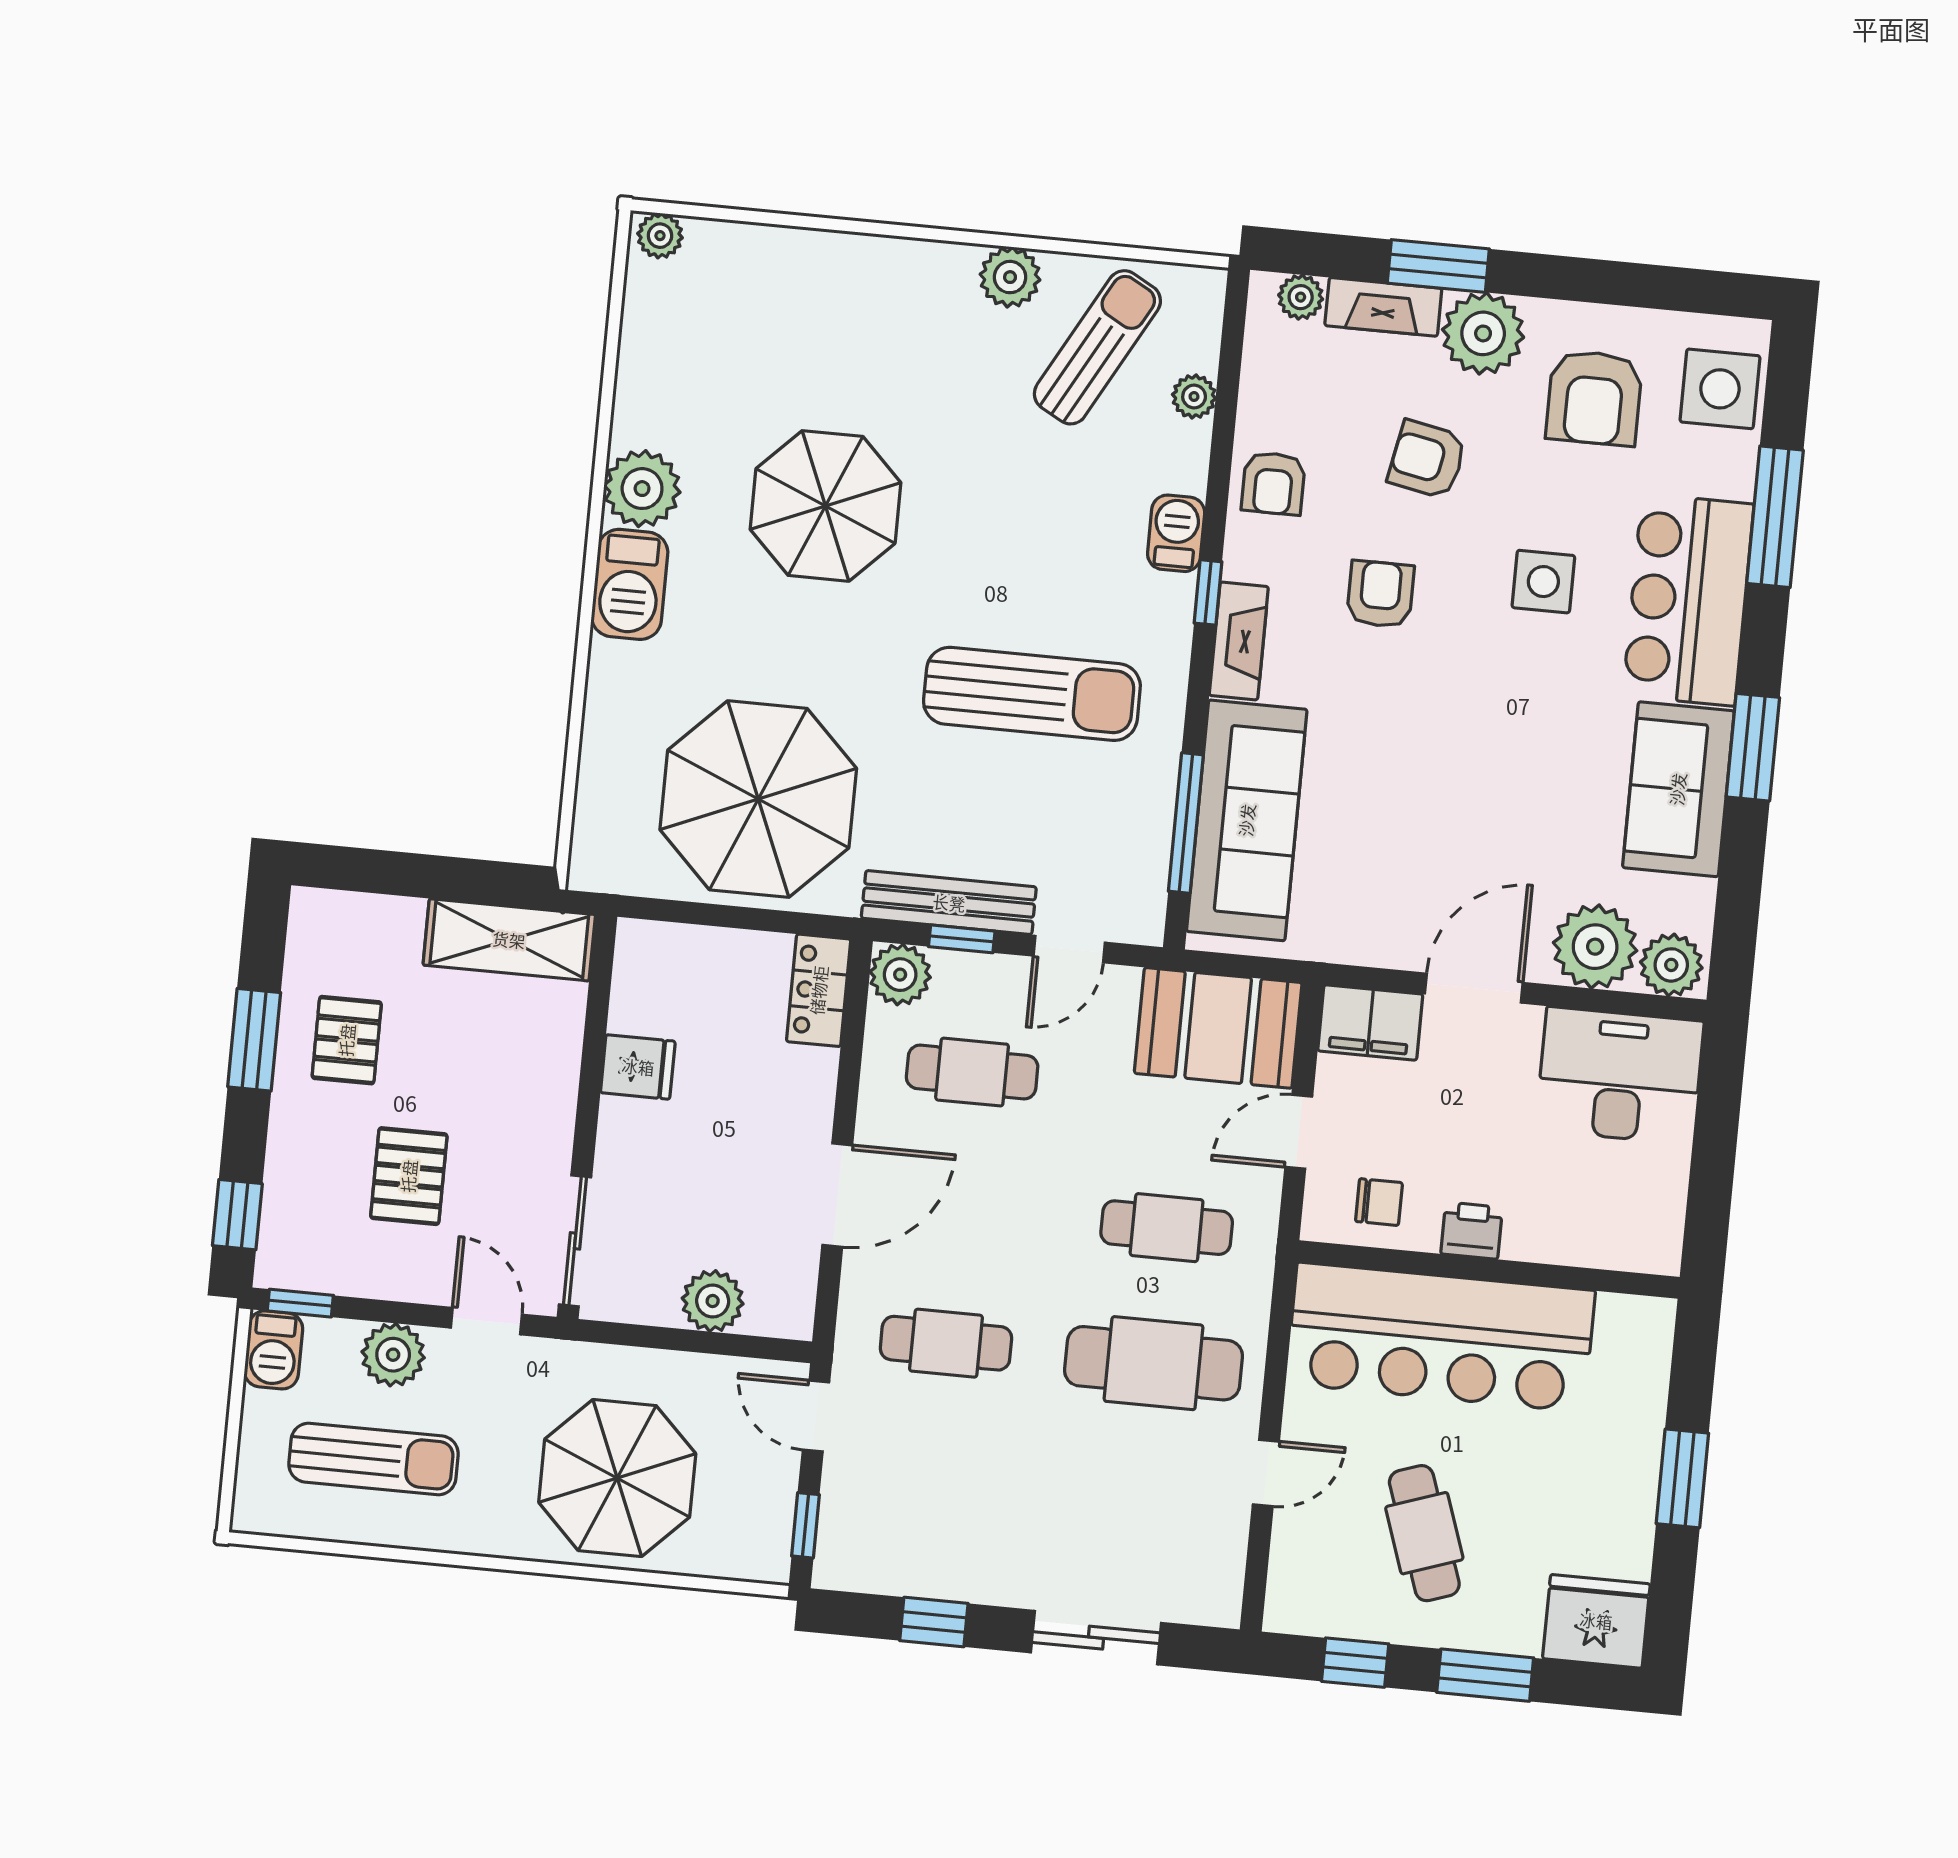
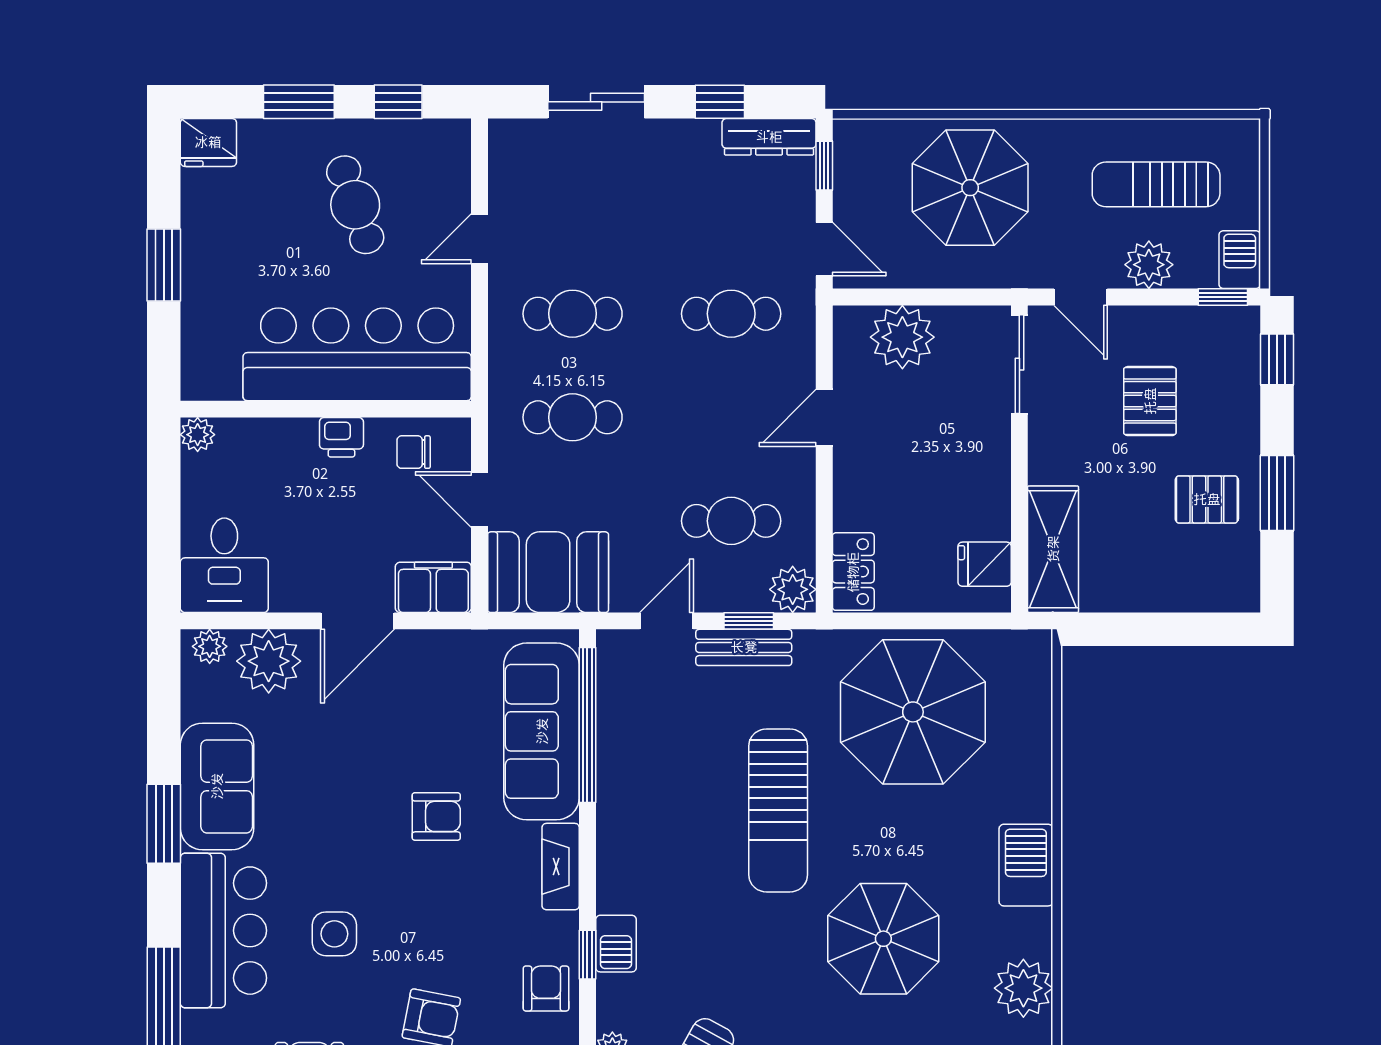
plant: (642, 489) -> (1023, 988), moved
window: (1208, 592) -> (587, 955), moved
armchair: (1380, 594) -> (436, 816), moved, turned -90
sun lounger: (1032, 694) -> (778, 810), moved, turned -90
window: (1186, 823) -> (587, 725), width x1.46
bench: (949, 903) -> (744, 647), width x0.73
shelving: (509, 940) -> (1053, 549), moved, turned 90
plant: (1671, 965) -> (210, 646), width x0.73, depth x0.73
pallet: (347, 1040) -> (1207, 499), turned 90
fridge: (638, 1067) -> (985, 564), moved
desk: (1620, 1076) -> (224, 565), width x0.73
door: (1299, 1132) -> (479, 499), swing flipped
door: (837, 1195) -> (824, 418), width x0.73
plant: (1660, 1252) -> (198, 435), added
plant: (713, 1301) -> (902, 337), width x1.36, depth x1.36
cafe table: (1154, 1363) -> (573, 314), width x0.73, depth x0.74
dresser: (874, 1570) -> (769, 137), added
fridge: (1596, 1621) -> (208, 142), width x0.73, depth x0.75

